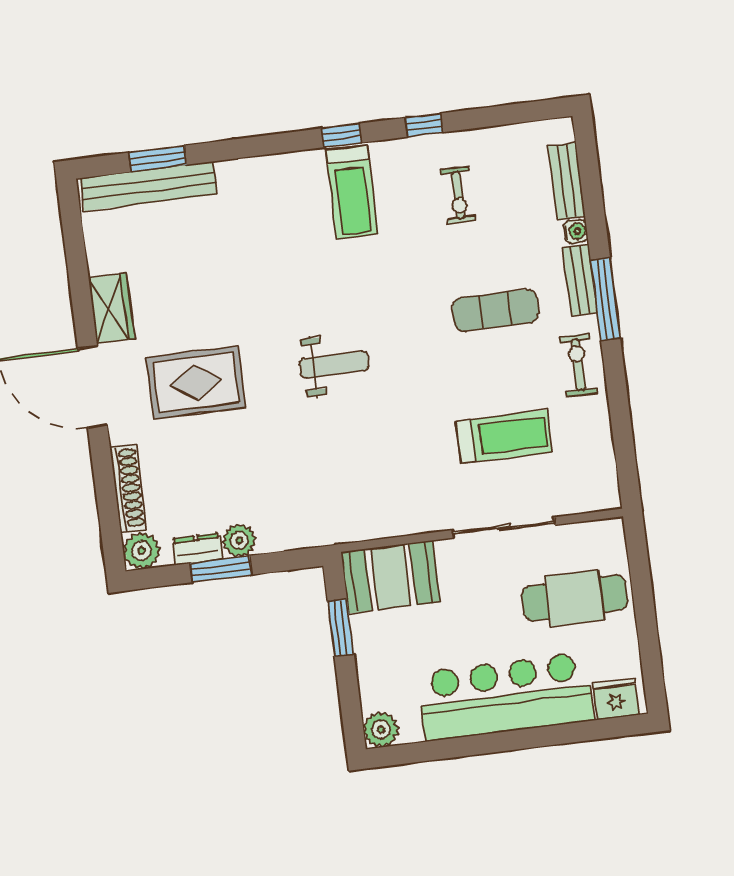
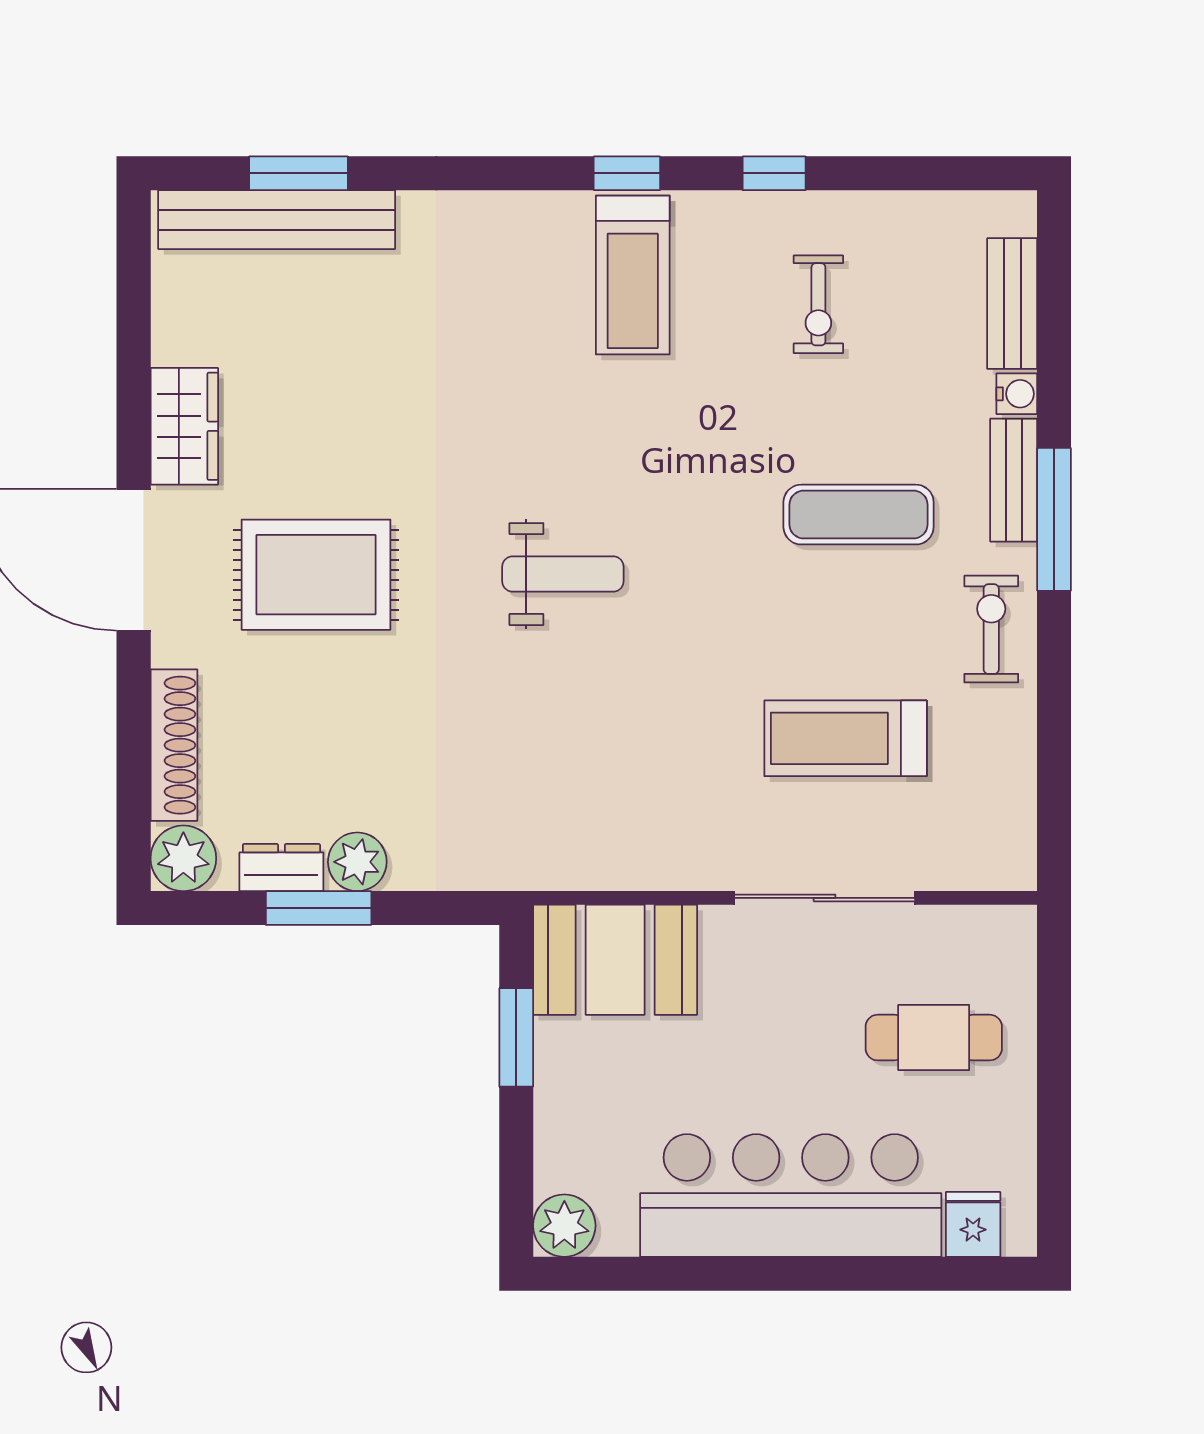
treadmill: (504, 437) -> (846, 738), turned 180
cafe table: (575, 598) -> (934, 1038), width x0.73, depth x0.74
fridge: (616, 699) -> (973, 1224), width x0.72

